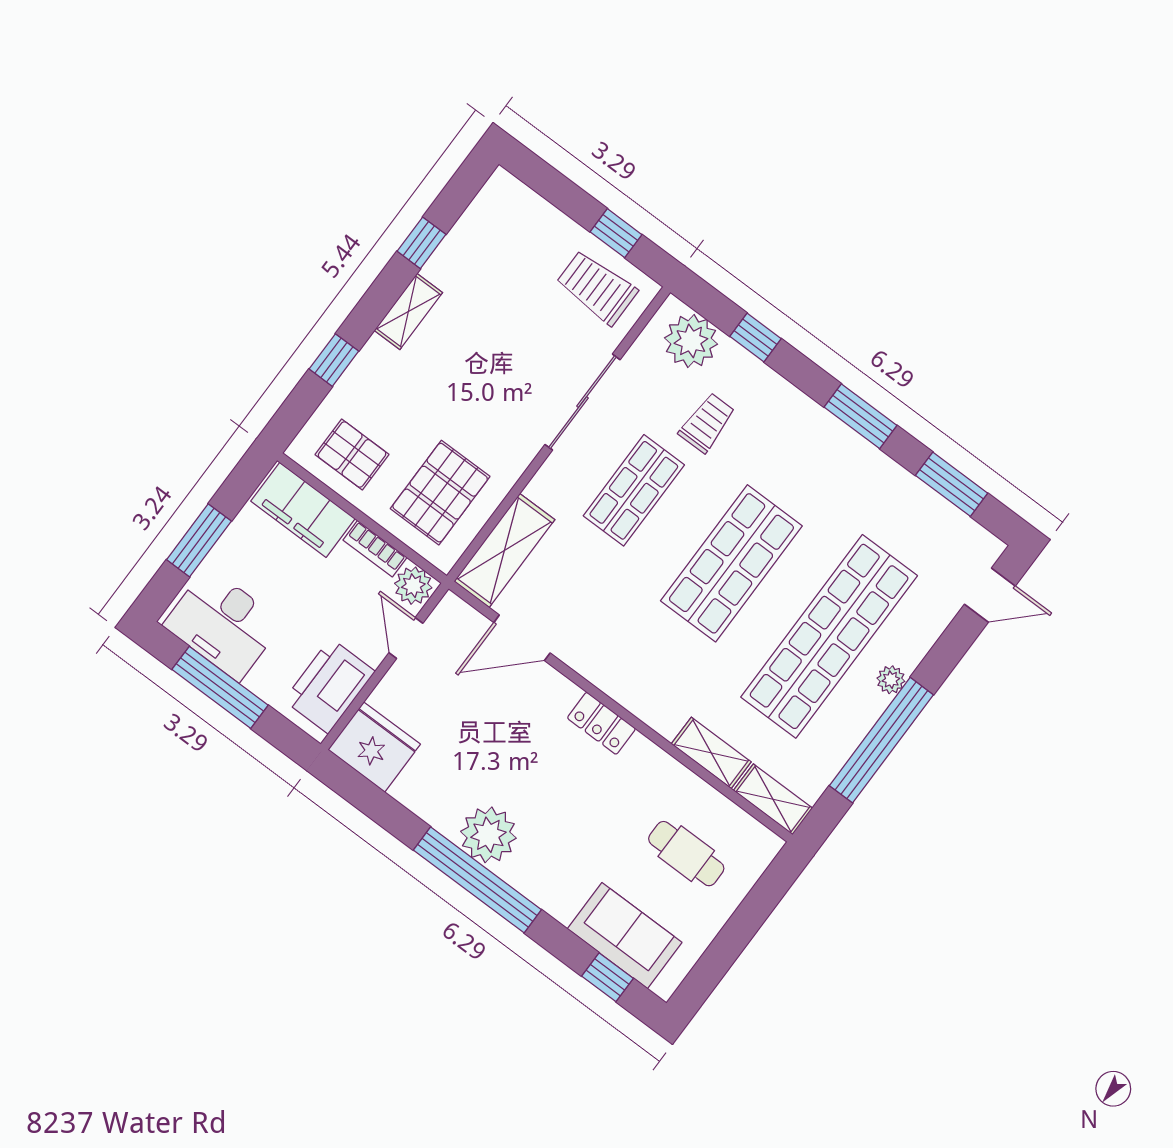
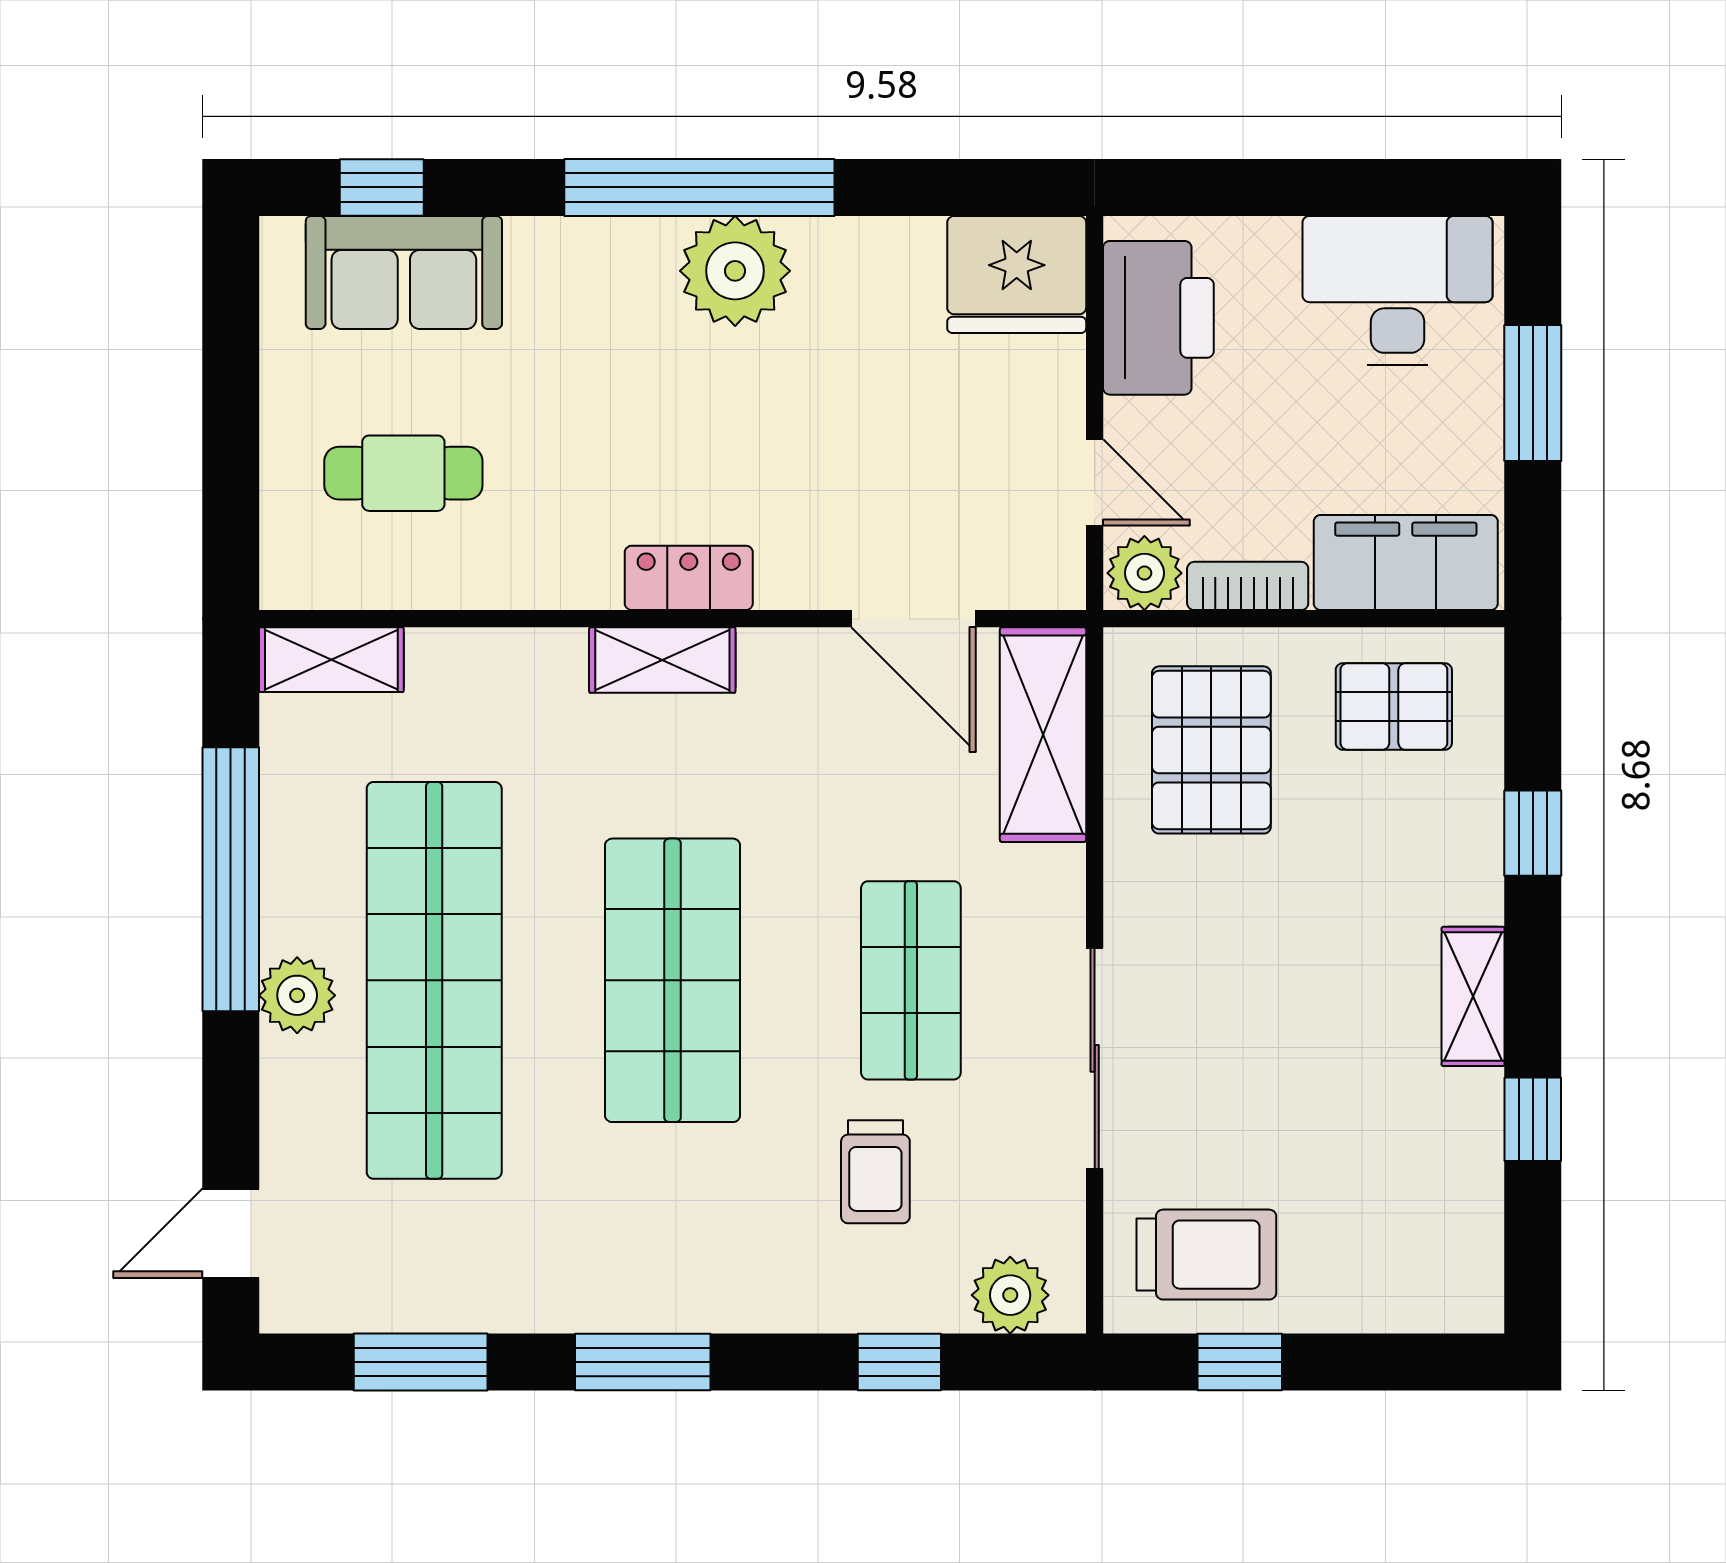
plant: (691, 341) -> (1010, 1295), width x0.73, depth x0.73
door: (522, 638) -> (913, 619), swing flipped
plant: (891, 680) -> (297, 995), width x1.38, depth x1.38
window: (220, 687) -> (1328, 187), removed
shelving: (711, 753) -> (662, 660), moved

